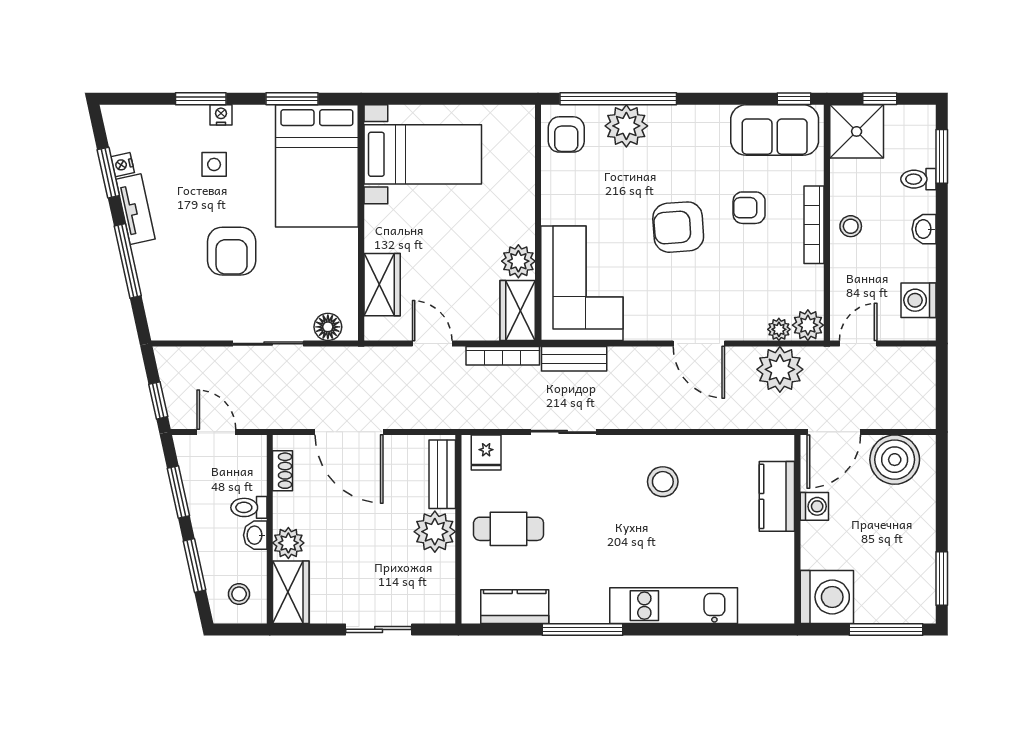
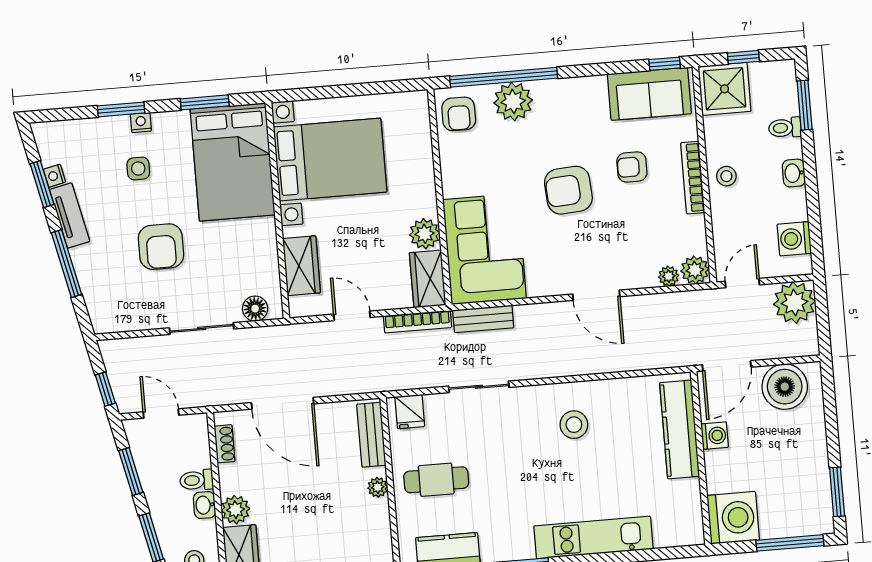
bed with nightstands: (423, 154) -> (330, 160), width x1.36
plant: (780, 369) -> (795, 303), moved
kitchen counter: (777, 496) -> (680, 429), width x1.50
plant: (435, 532) -> (378, 487), width x0.53, depth x0.53

